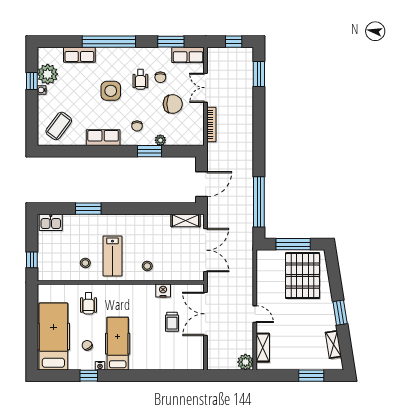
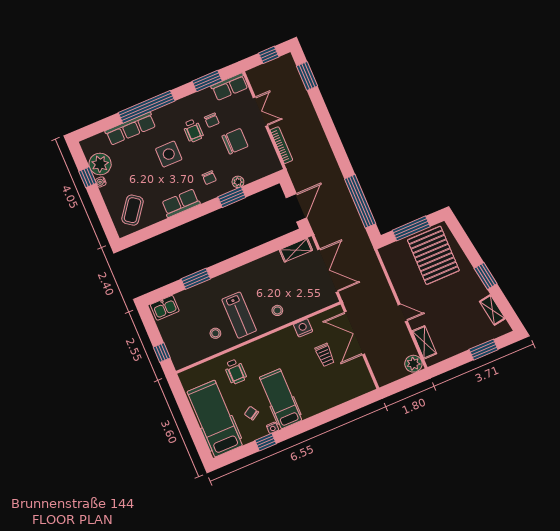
row of seats: (79, 55) -> (131, 129), width x1.48
double door: (206, 88) -> (260, 112), swing flipped

